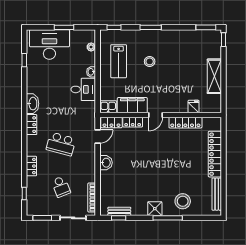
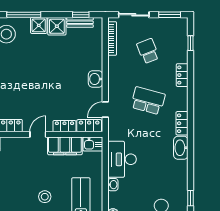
desk: (83, 89) -> (122, 159), width x1.37
shower: (139, 208) -> (57, 26), added

